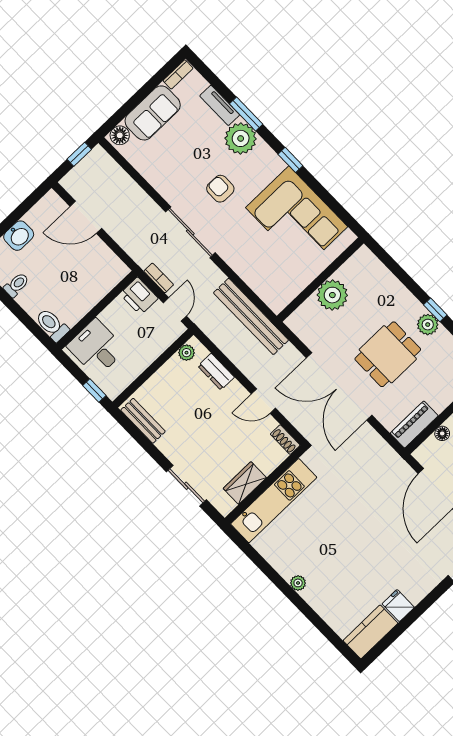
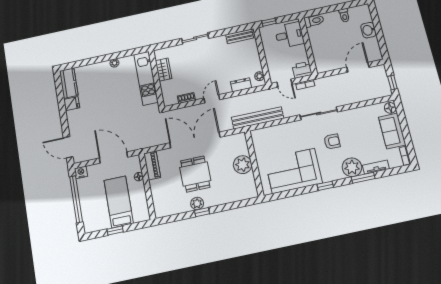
wardrobe: (245, 483) -> (164, 70), moved
wall: (265, 485) -> (156, 79), moved
kitchen unit: (274, 501) -> (146, 78), moved

